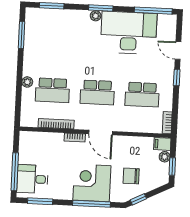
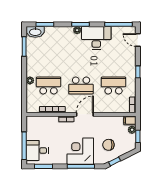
washbasin: (38, 15) -> (35, 32), added
desk: (129, 33) -> (96, 38), width x0.73, depth x0.77
door: (178, 50) -> (138, 40), moved
school desk: (52, 90) -> (49, 85), turned 180
school desk: (142, 95) -> (114, 85), turned 180
door: (101, 133) -> (85, 114), swing flipped

